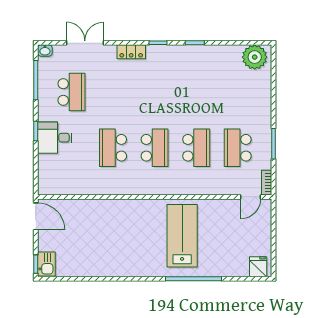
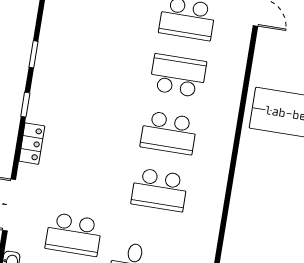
school desk: (72, 92) -> (74, 234), turned 180
school desk: (155, 148) -> (169, 133), turned 180

